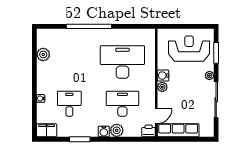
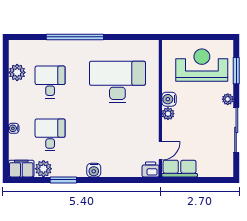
desk: (122, 104) -> (50, 82), moved, width x0.73
plant: (117, 130) -> (43, 169), moved
row of seats: (178, 130) -> (180, 169), width x0.68

